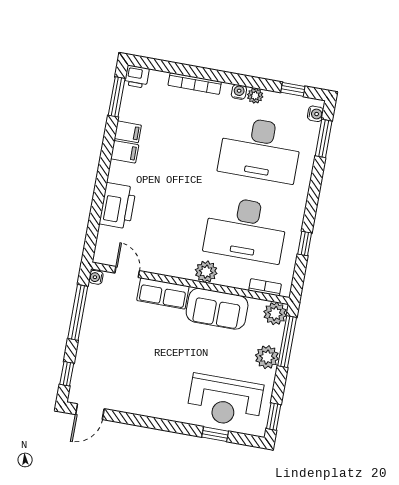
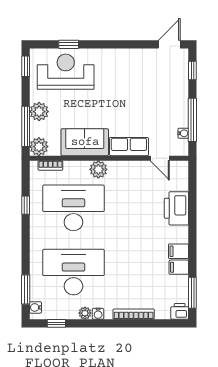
water cooler: (96, 277) -> (183, 133), moved

